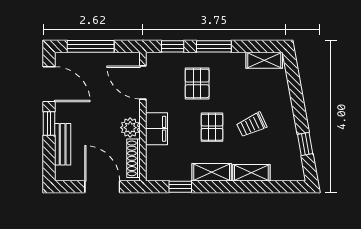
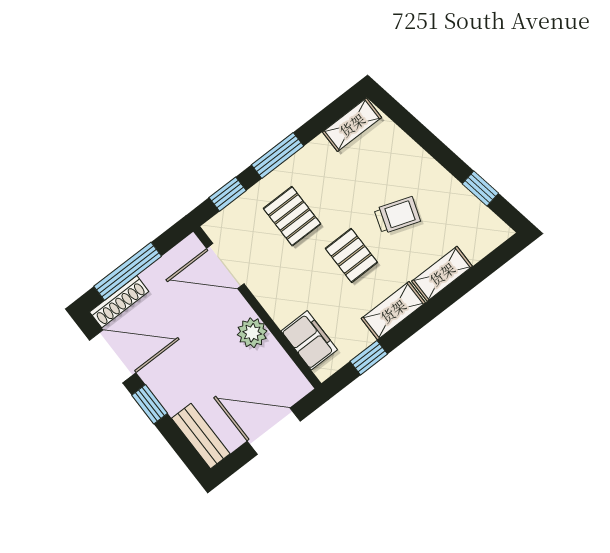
trolley: (252, 125) -> (397, 215), turned -136
filing cabinet: (157, 129) -> (309, 340), moved
bench: (63, 144) -> (201, 436), moved
shoe rack: (133, 158) -> (119, 302), moved, turned -90

